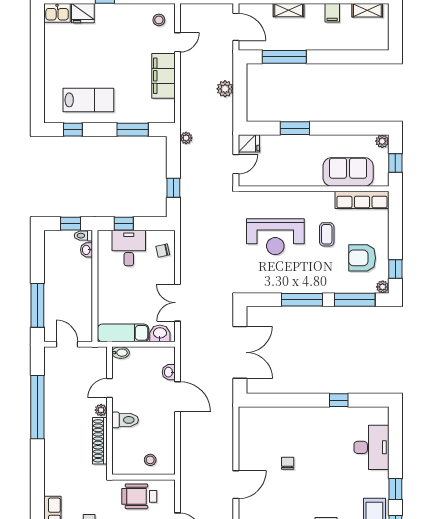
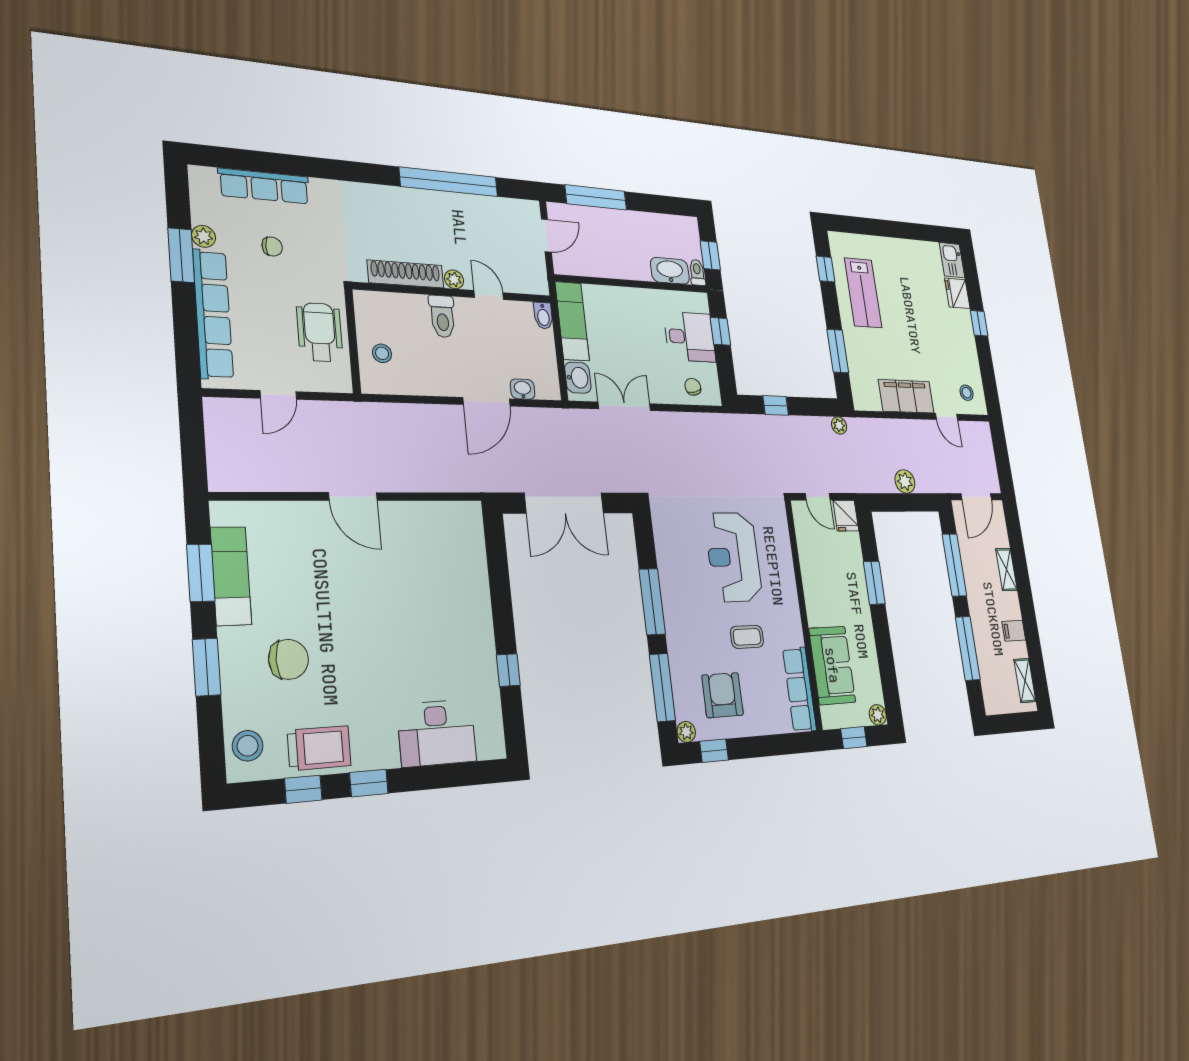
window: (342, 57) -> (968, 648), added
washbasin: (87, 250) -> (670, 271), width x1.91, depth x1.45
chair: (288, 463) -> (397, 586), removed

